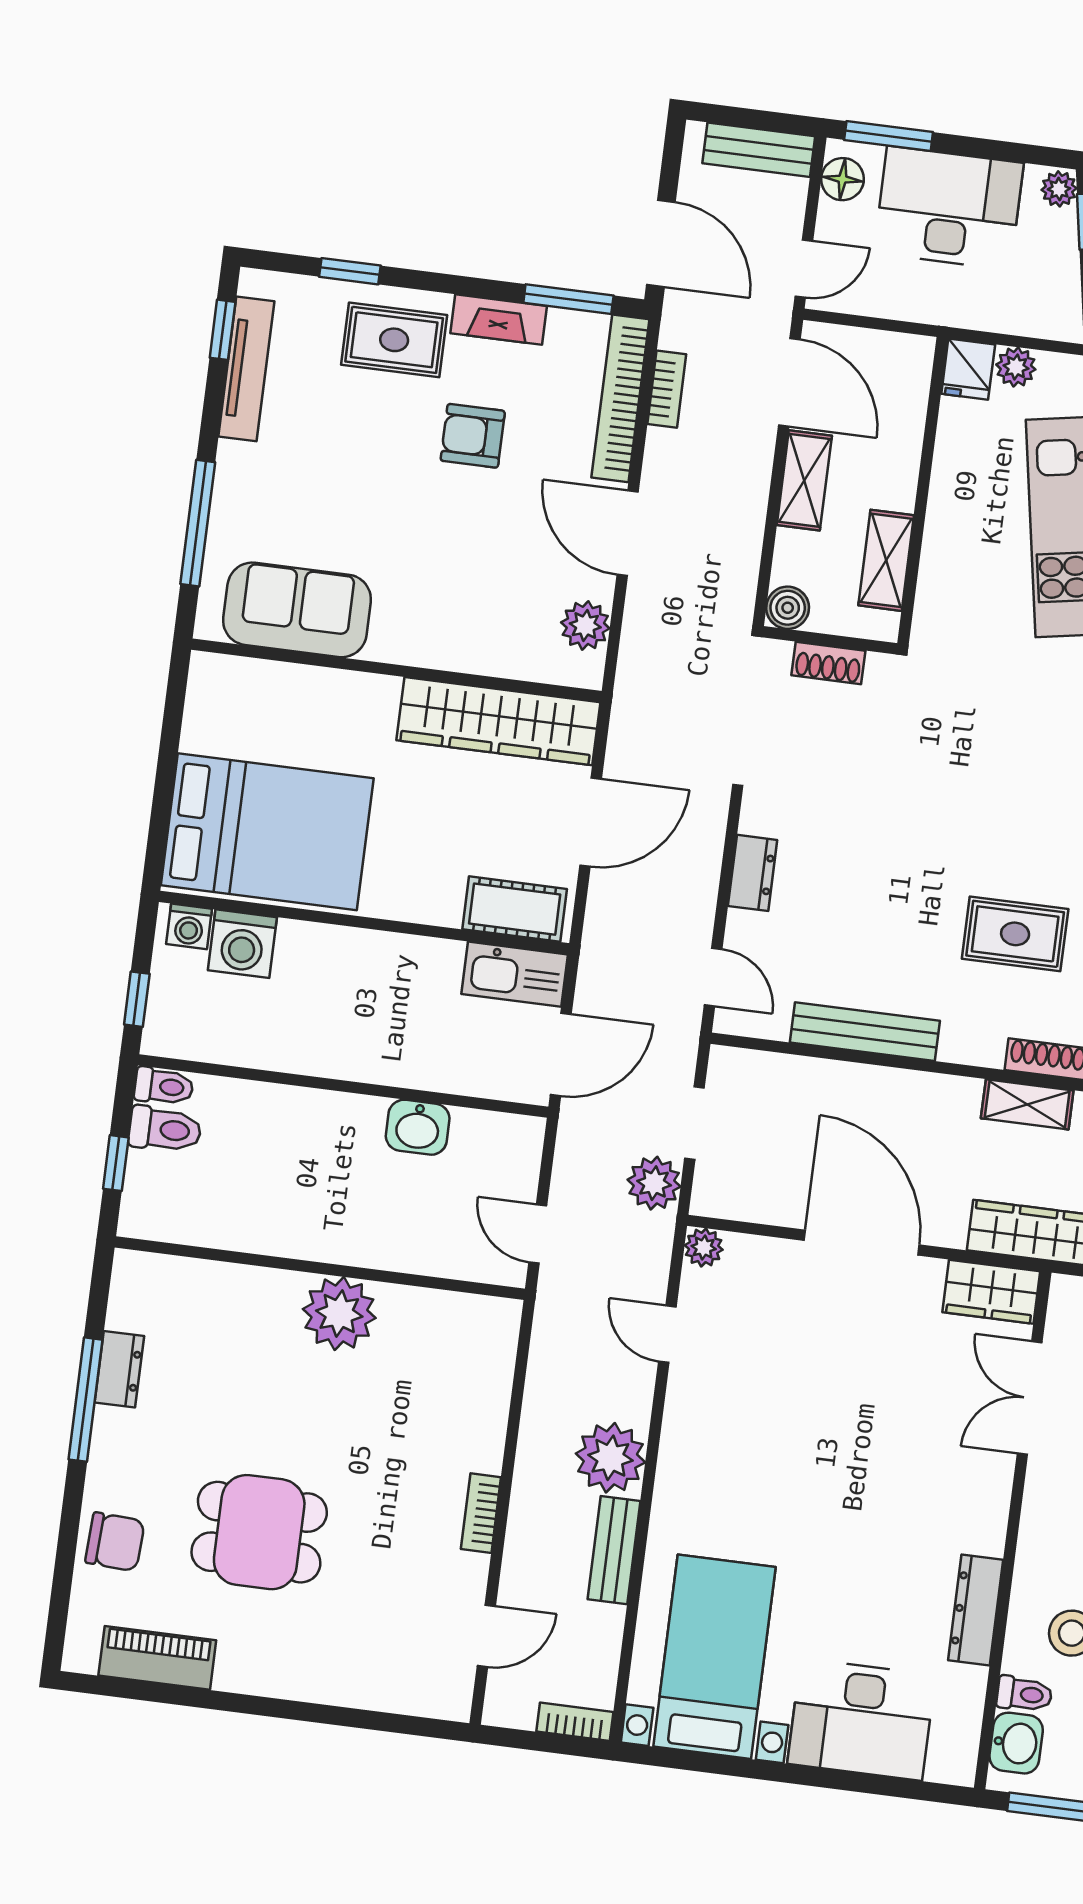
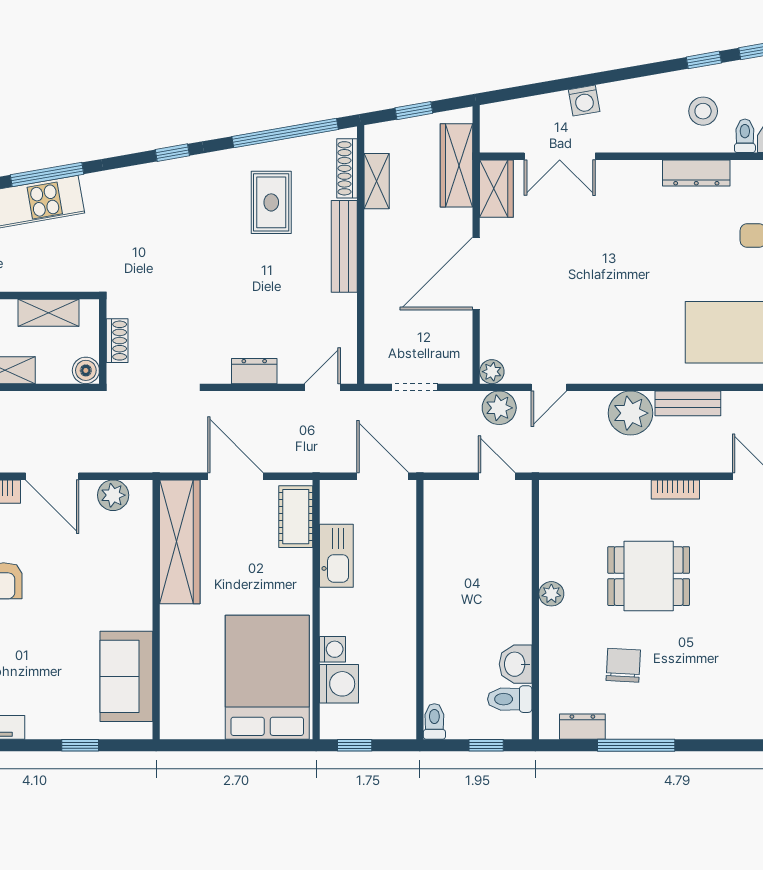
window: (198, 523) -> (80, 745), width x0.46
door: (628, 533) -> (52, 476), hinge flipped
washing machine: (189, 926) -> (333, 649), moved
kitchen sink: (515, 974) -> (336, 556), moved
window: (137, 999) -> (355, 745), moved
bench: (865, 1032) -> (344, 246), moved
washbasin: (418, 1127) -> (516, 664), moved, turned 180
toilet: (165, 1129) -> (510, 699), moved, turned -90
plant: (654, 1183) -> (499, 408), moved
door: (538, 1234) -> (497, 476), swing flipped
plant: (339, 1314) -> (551, 594), width x0.53, depth x0.53
dresser: (119, 1369) -> (582, 727), moved
dining table: (259, 1532) -> (649, 576), moved, turned 90
chair: (115, 1542) -> (623, 665), moved

